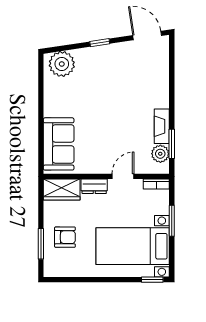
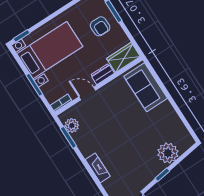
plant: (62, 64) -> (168, 153), moved
fireplace: (162, 126) -> (98, 168), moved
door: (123, 176) -> (87, 94), swing flipped
armchair: (65, 237) -> (100, 26), turned -90

